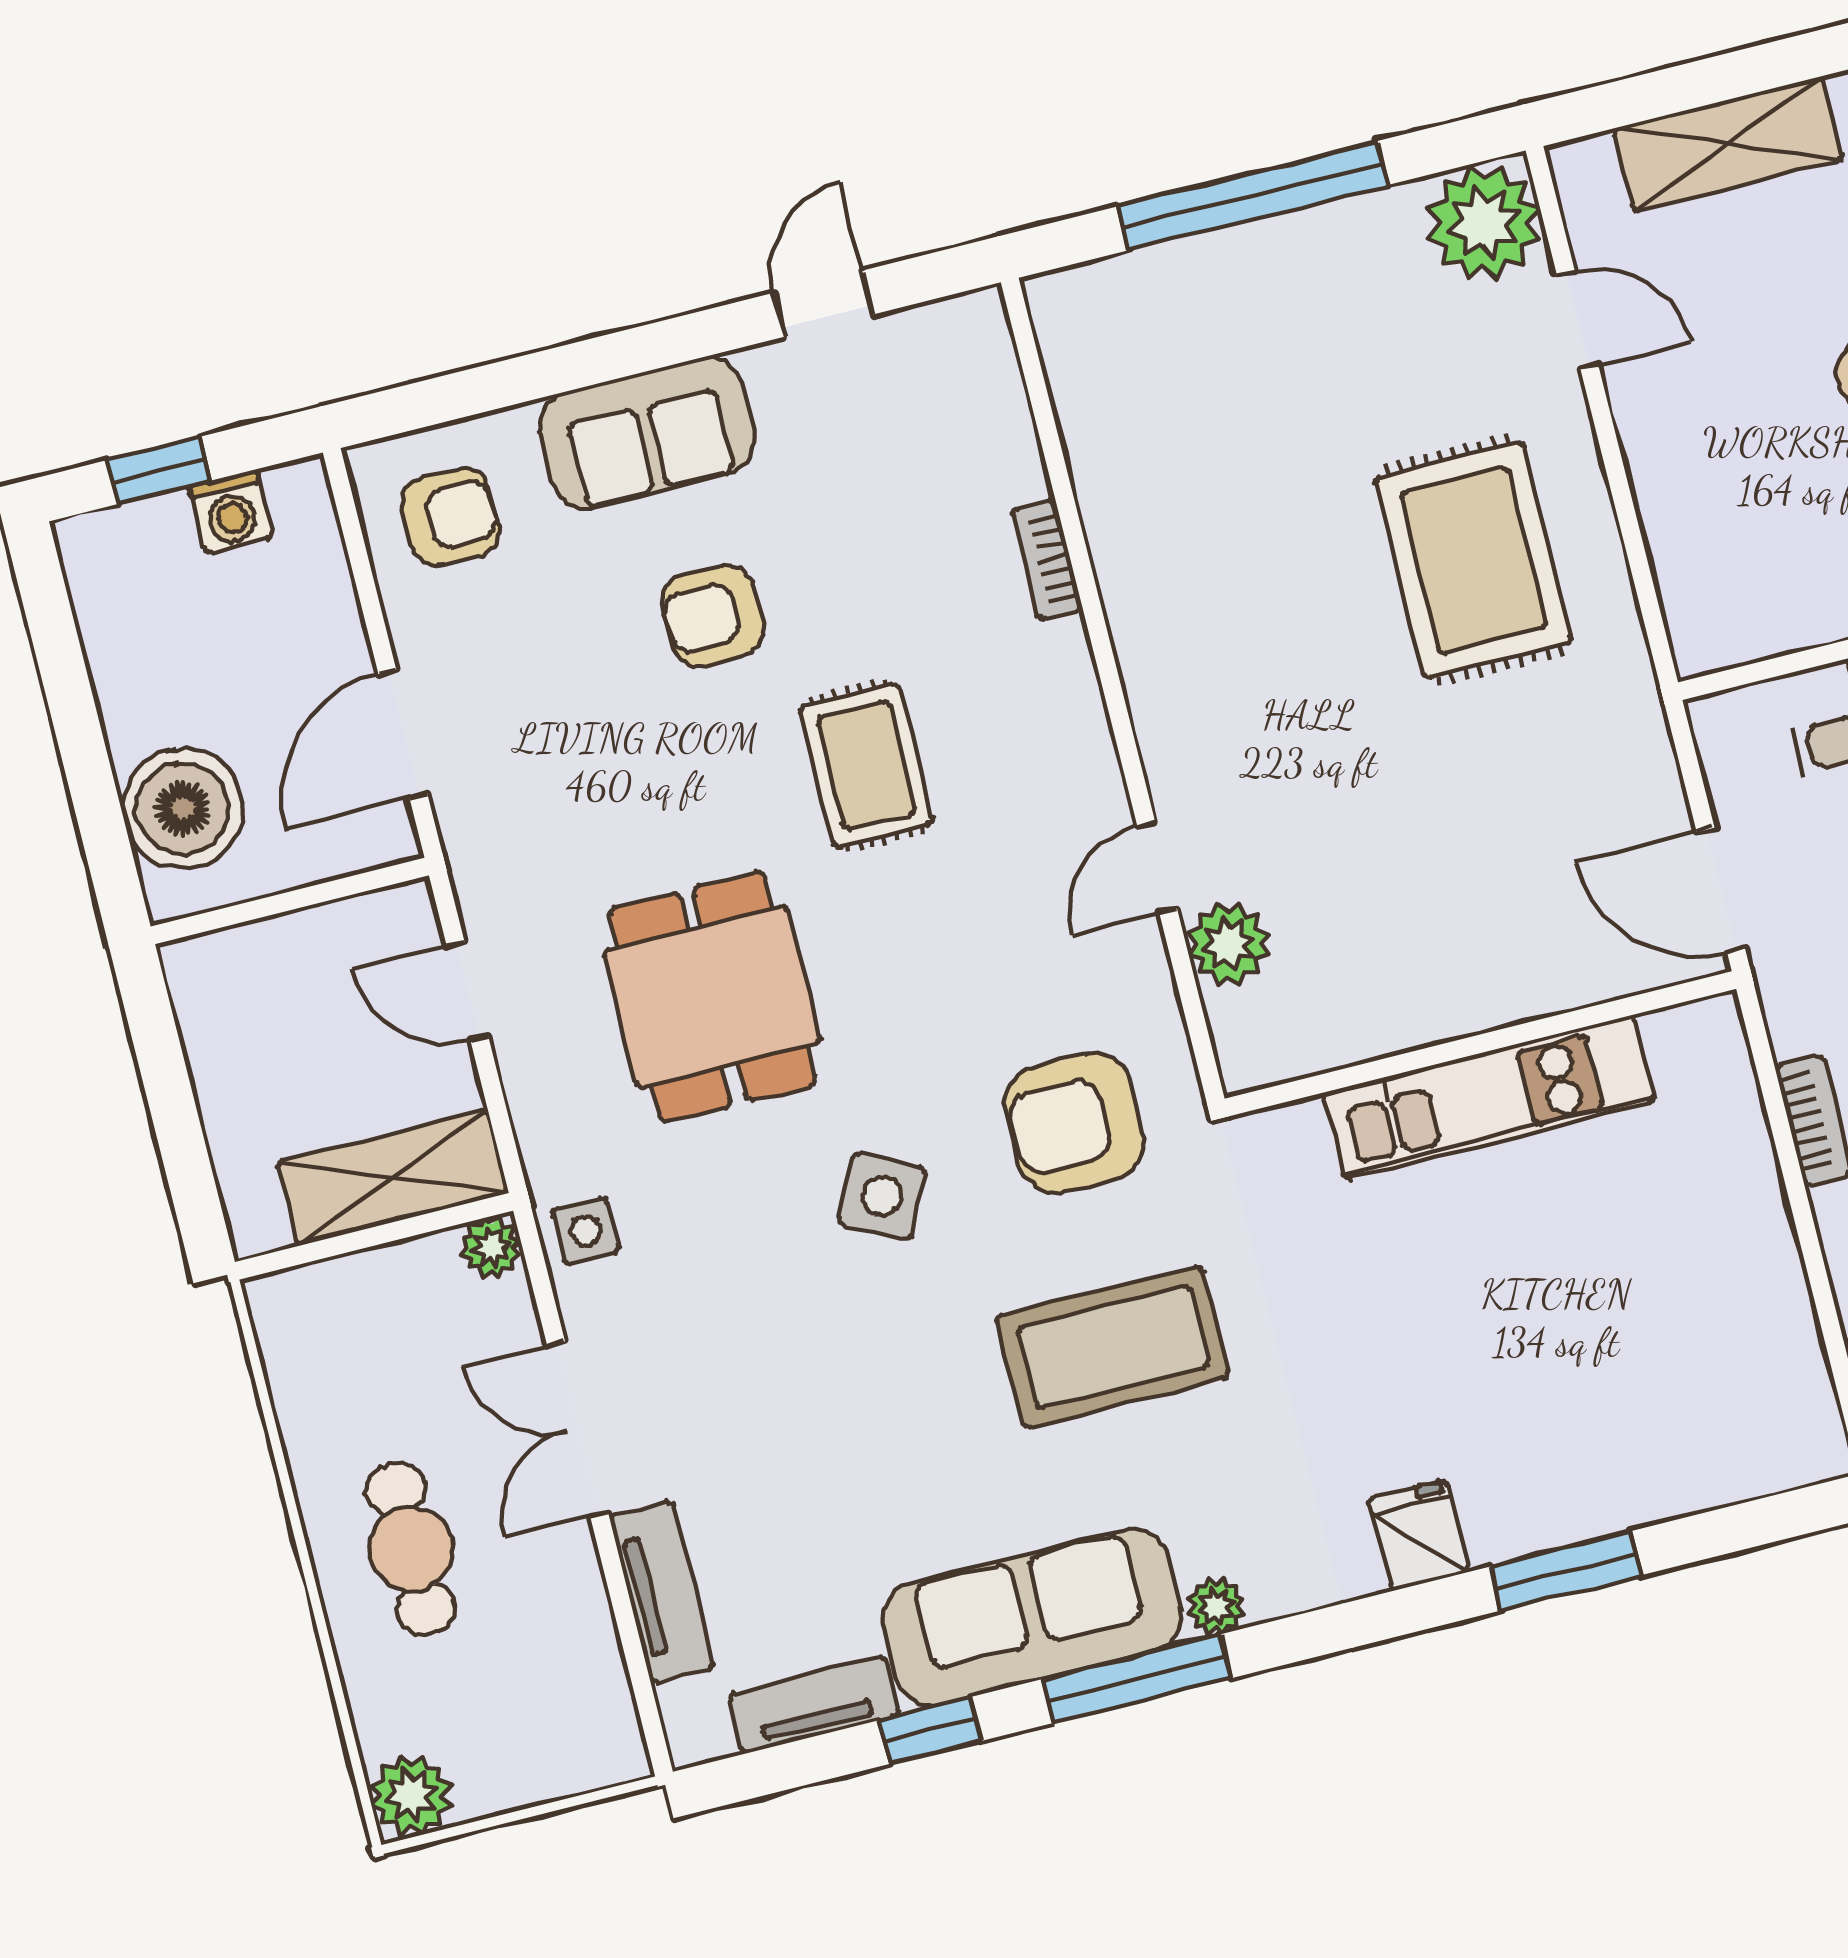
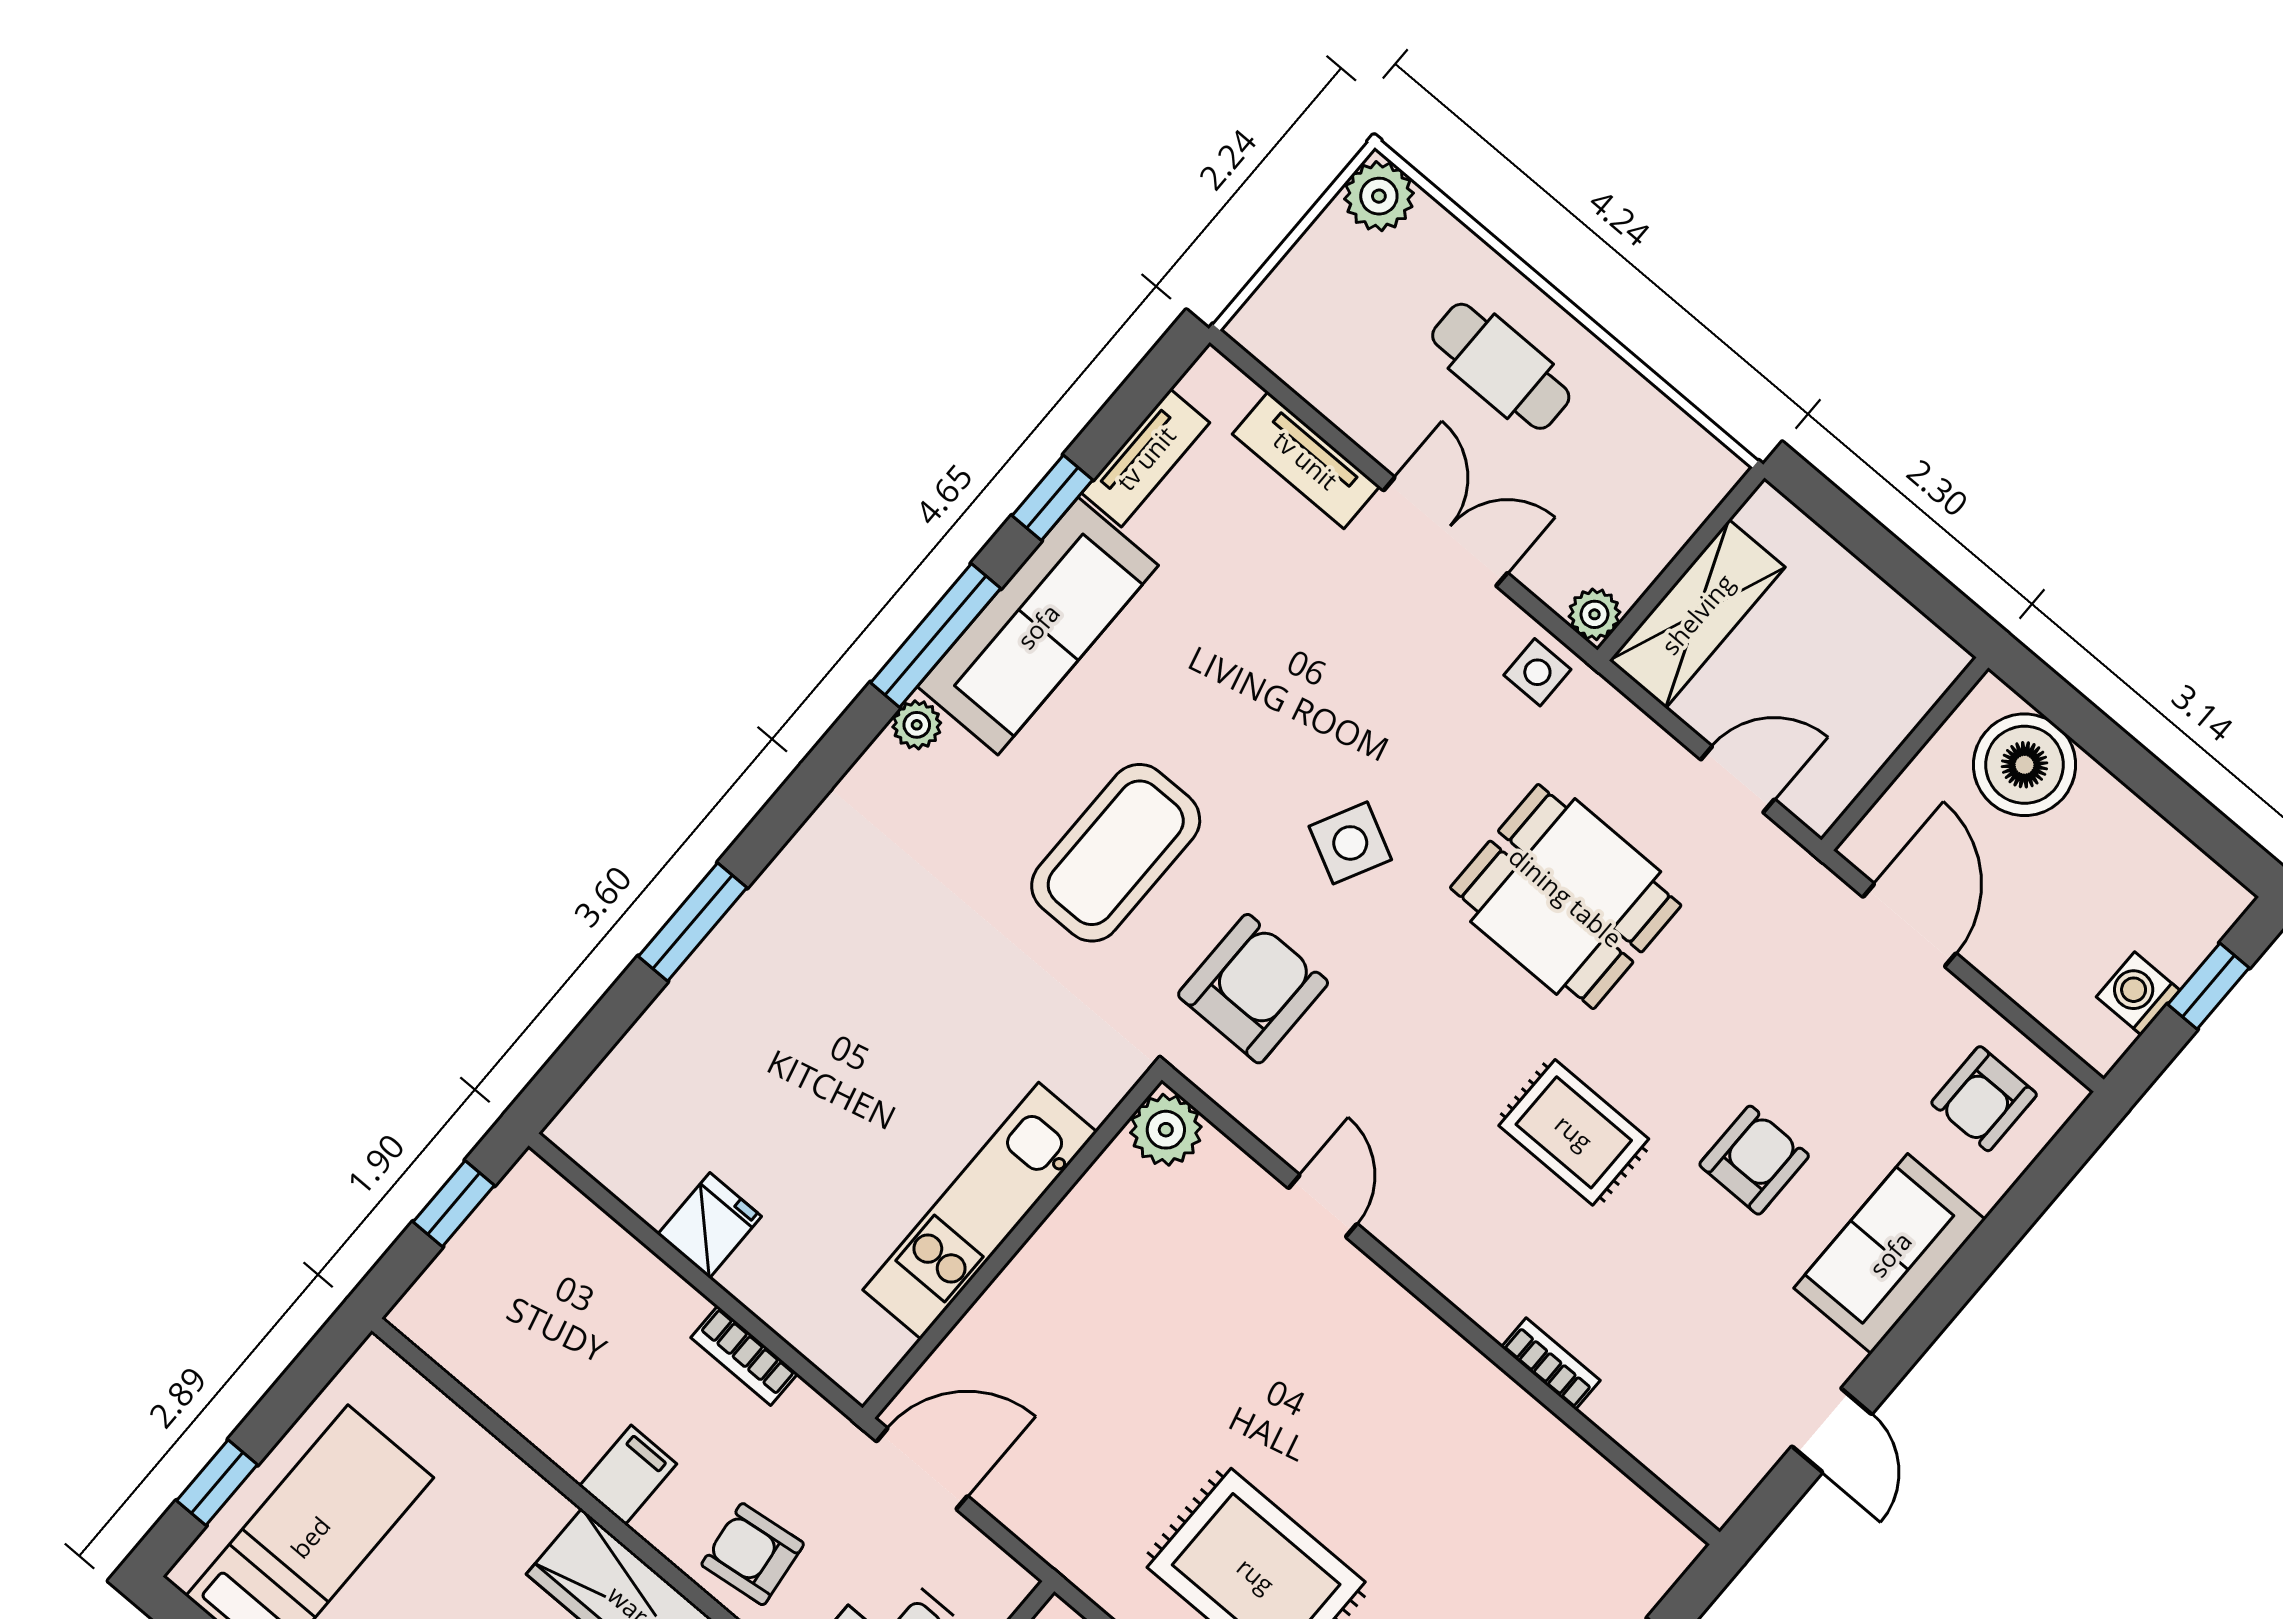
plant: (1229, 944) -> (1166, 1130), moved
fridge: (1419, 1535) -> (710, 1225), moved, turned -90

